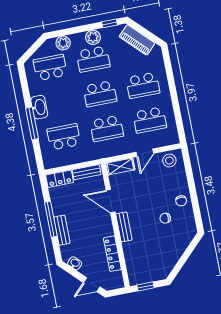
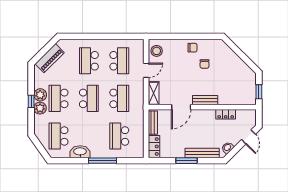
window: (109, 23) -> (31, 101), moved
plant: (63, 43) -> (40, 108), moved
school desk: (93, 59) -> (59, 98), turned 180
school desk: (143, 85) -> (89, 61), turned 180
washbasin: (39, 107) -> (80, 152), moved
door: (145, 153) -> (146, 70), hinge flipped
window: (51, 219) -> (187, 161), width x0.69
bench: (62, 230) -> (202, 153), width x1.36
locker: (112, 254) -> (226, 114), width x0.66

